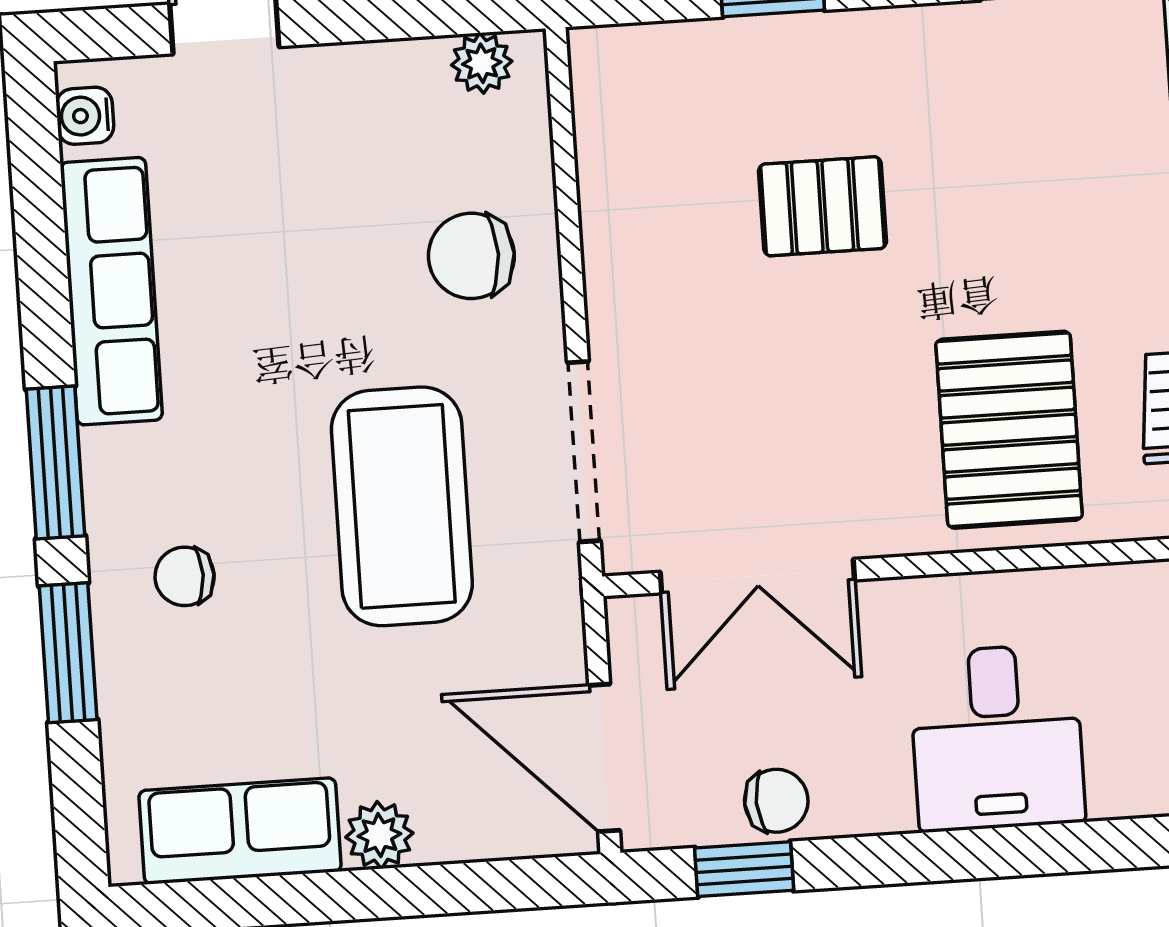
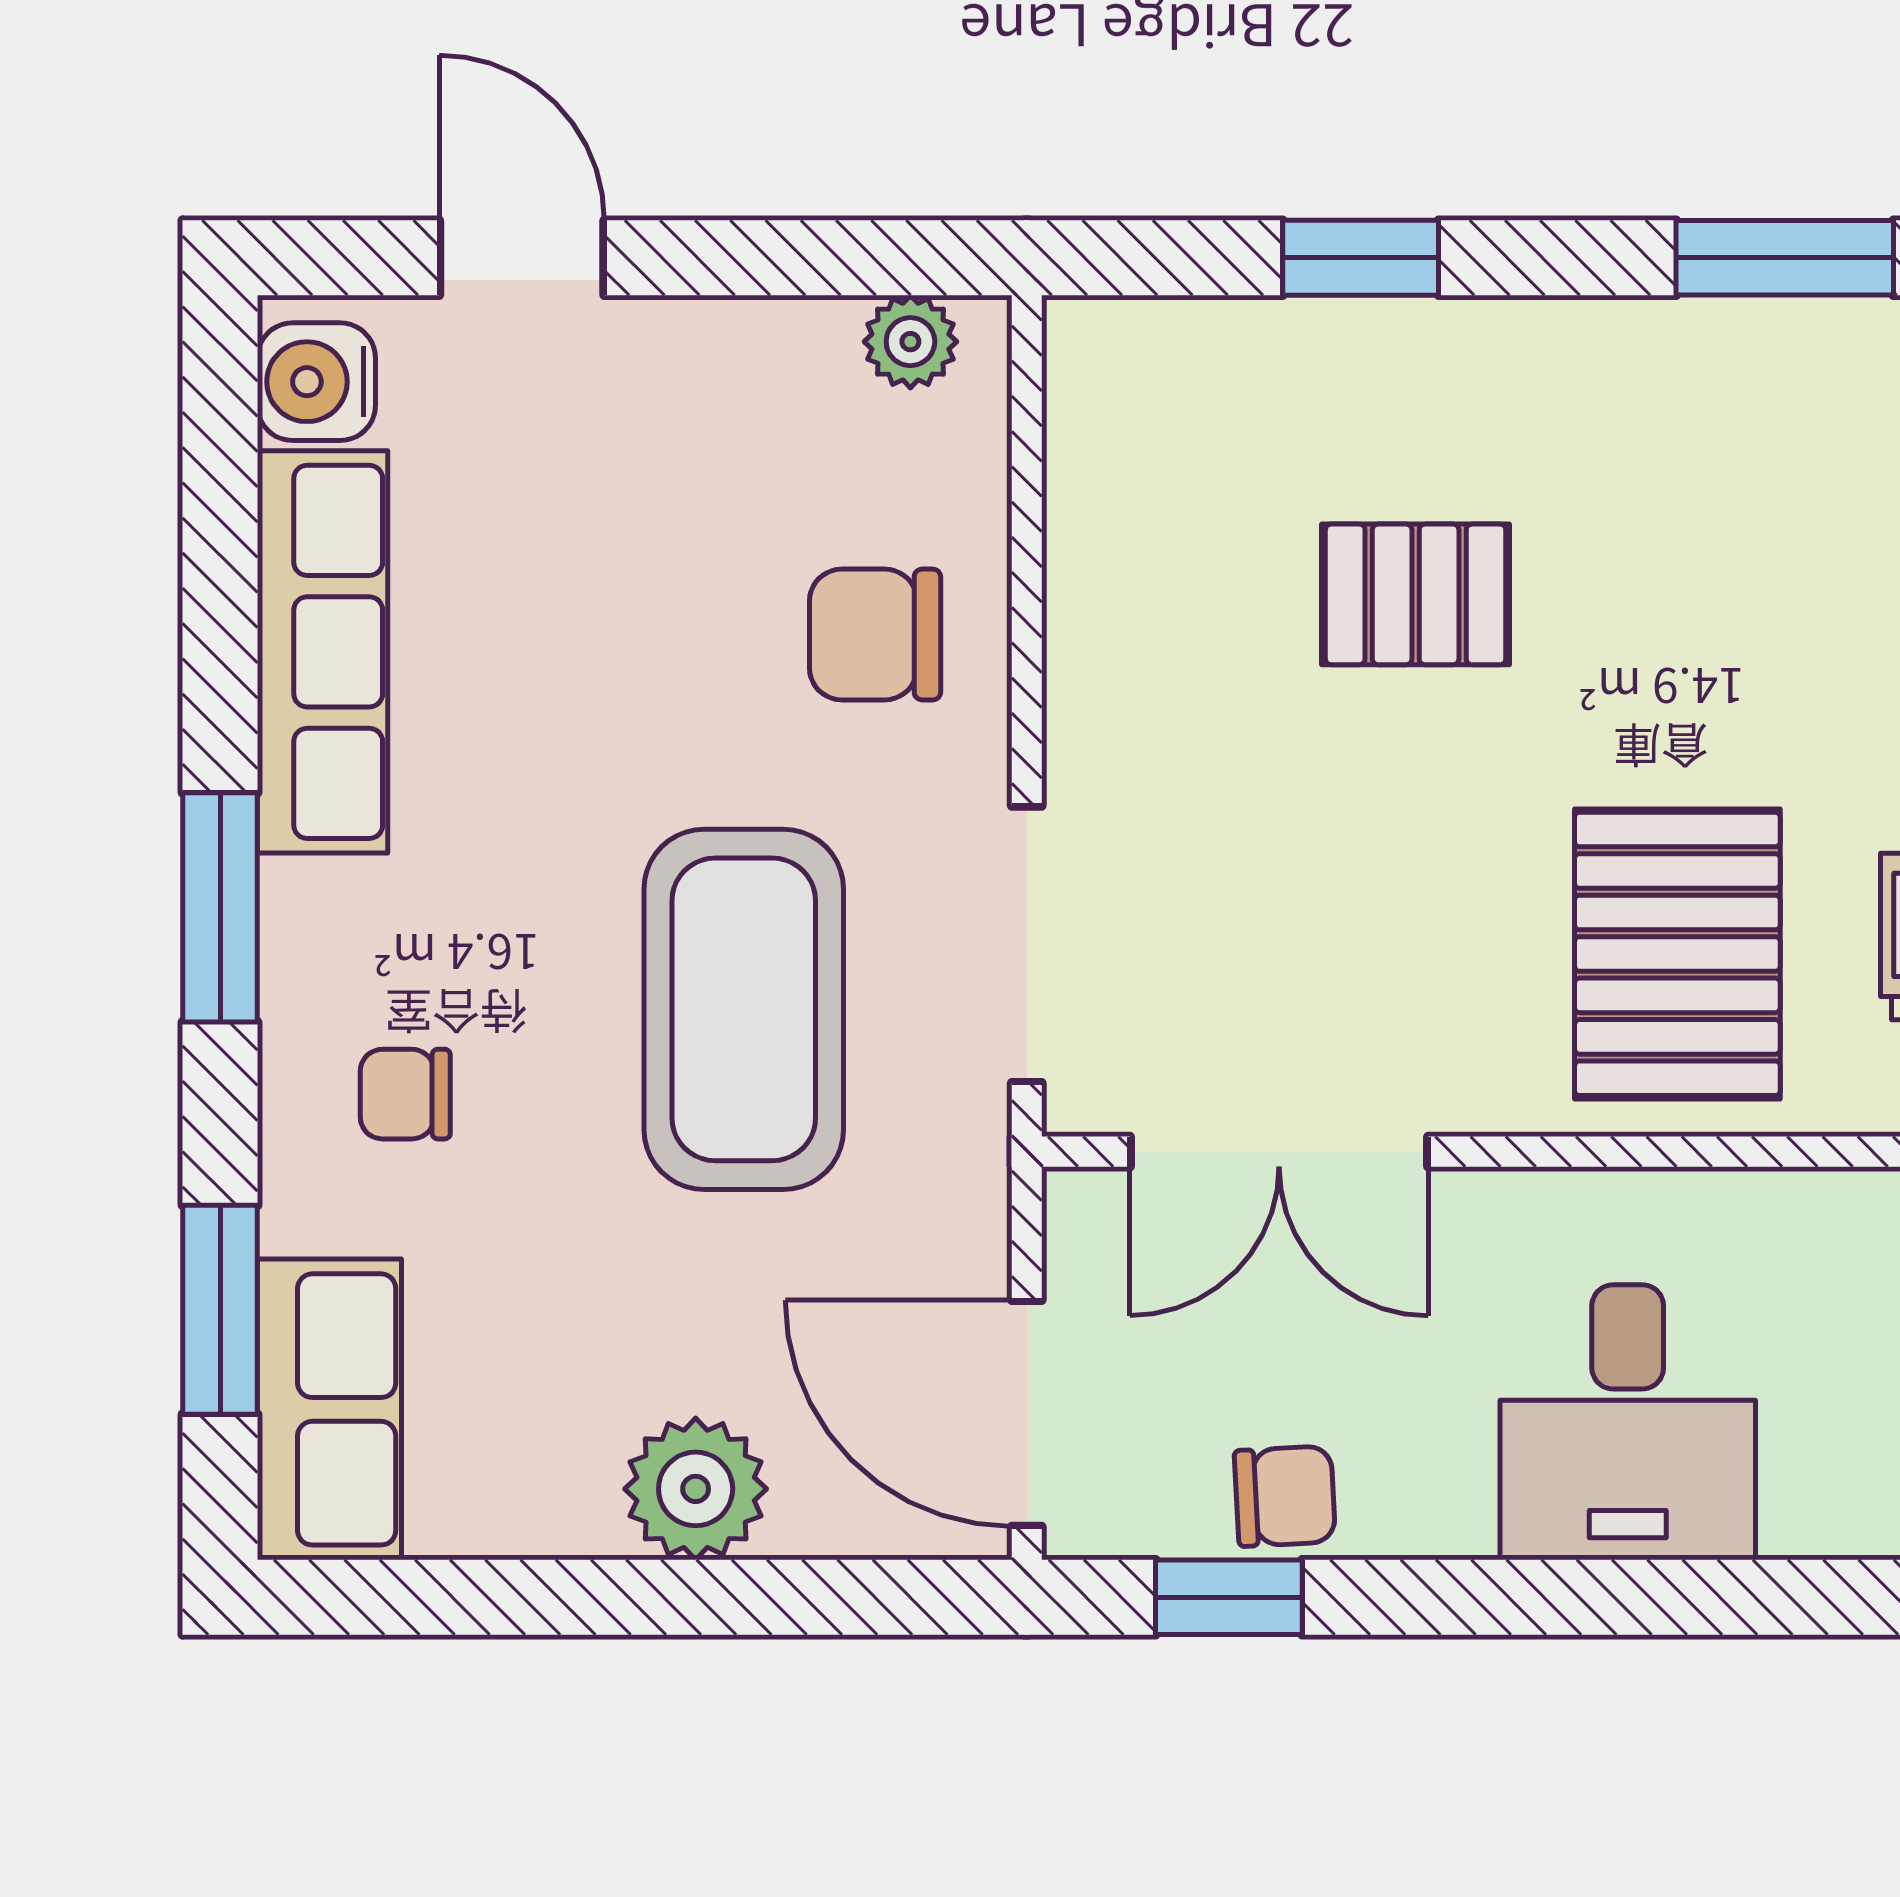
water cooler: (85, 116) -> (316, 382), width x1.38, depth x1.38
window: (68, 653) -> (220, 1310), moved
row of seats: (240, 831) -> (329, 1409), moved, turned 90
plant: (379, 835) -> (696, 1489), width x1.38, depth x1.38

